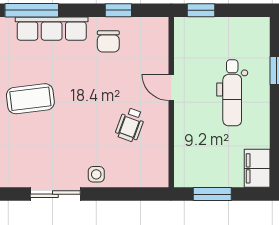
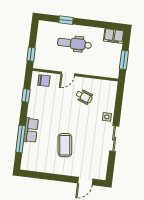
row of seats: (52, 29) -> (31, 130), width x0.68
chair: (108, 41) -> (44, 81), moved
dental chair: (232, 93) -> (74, 44), turned 180

